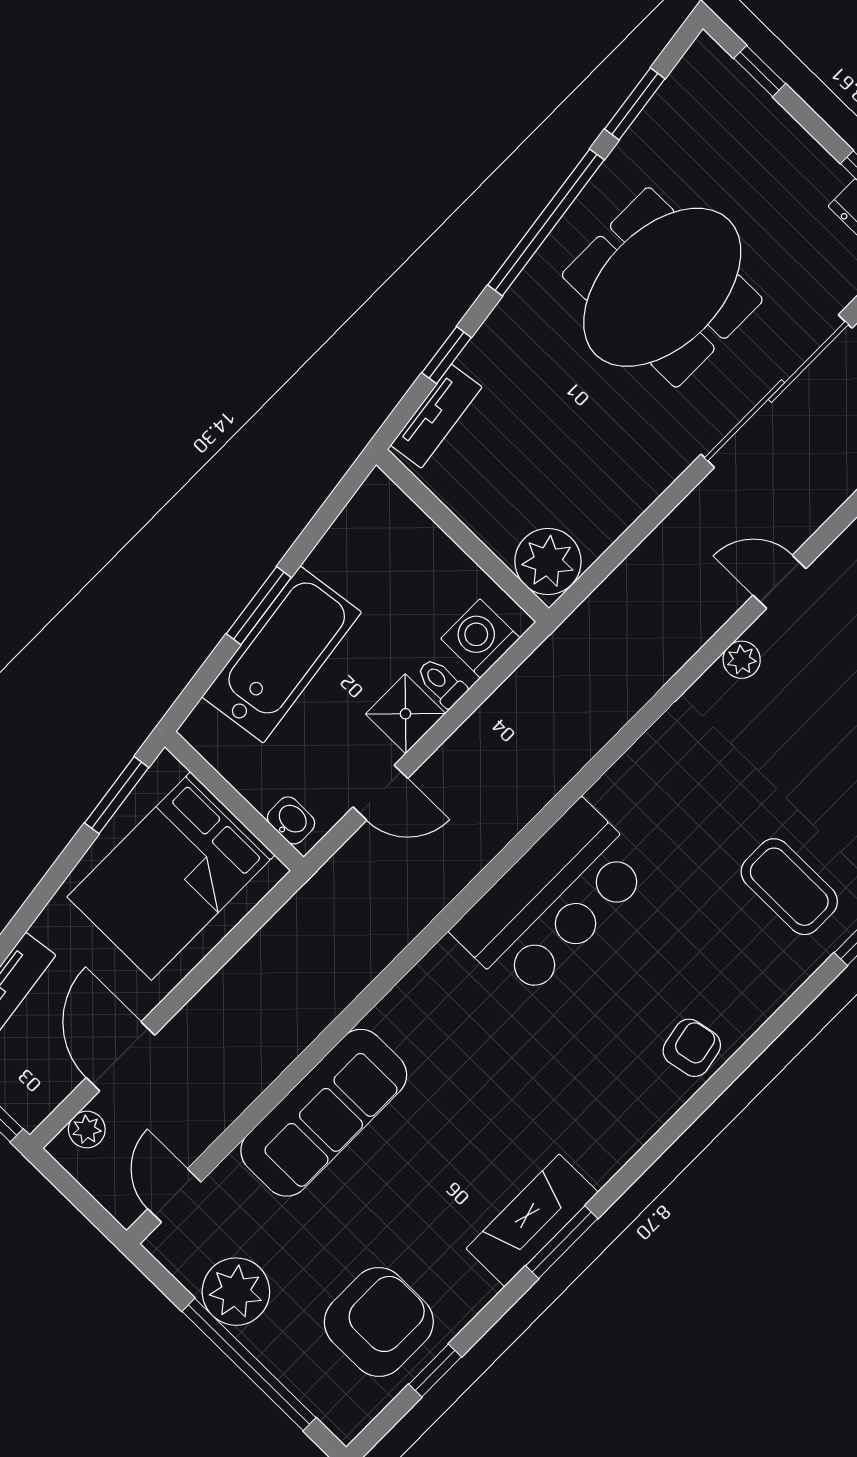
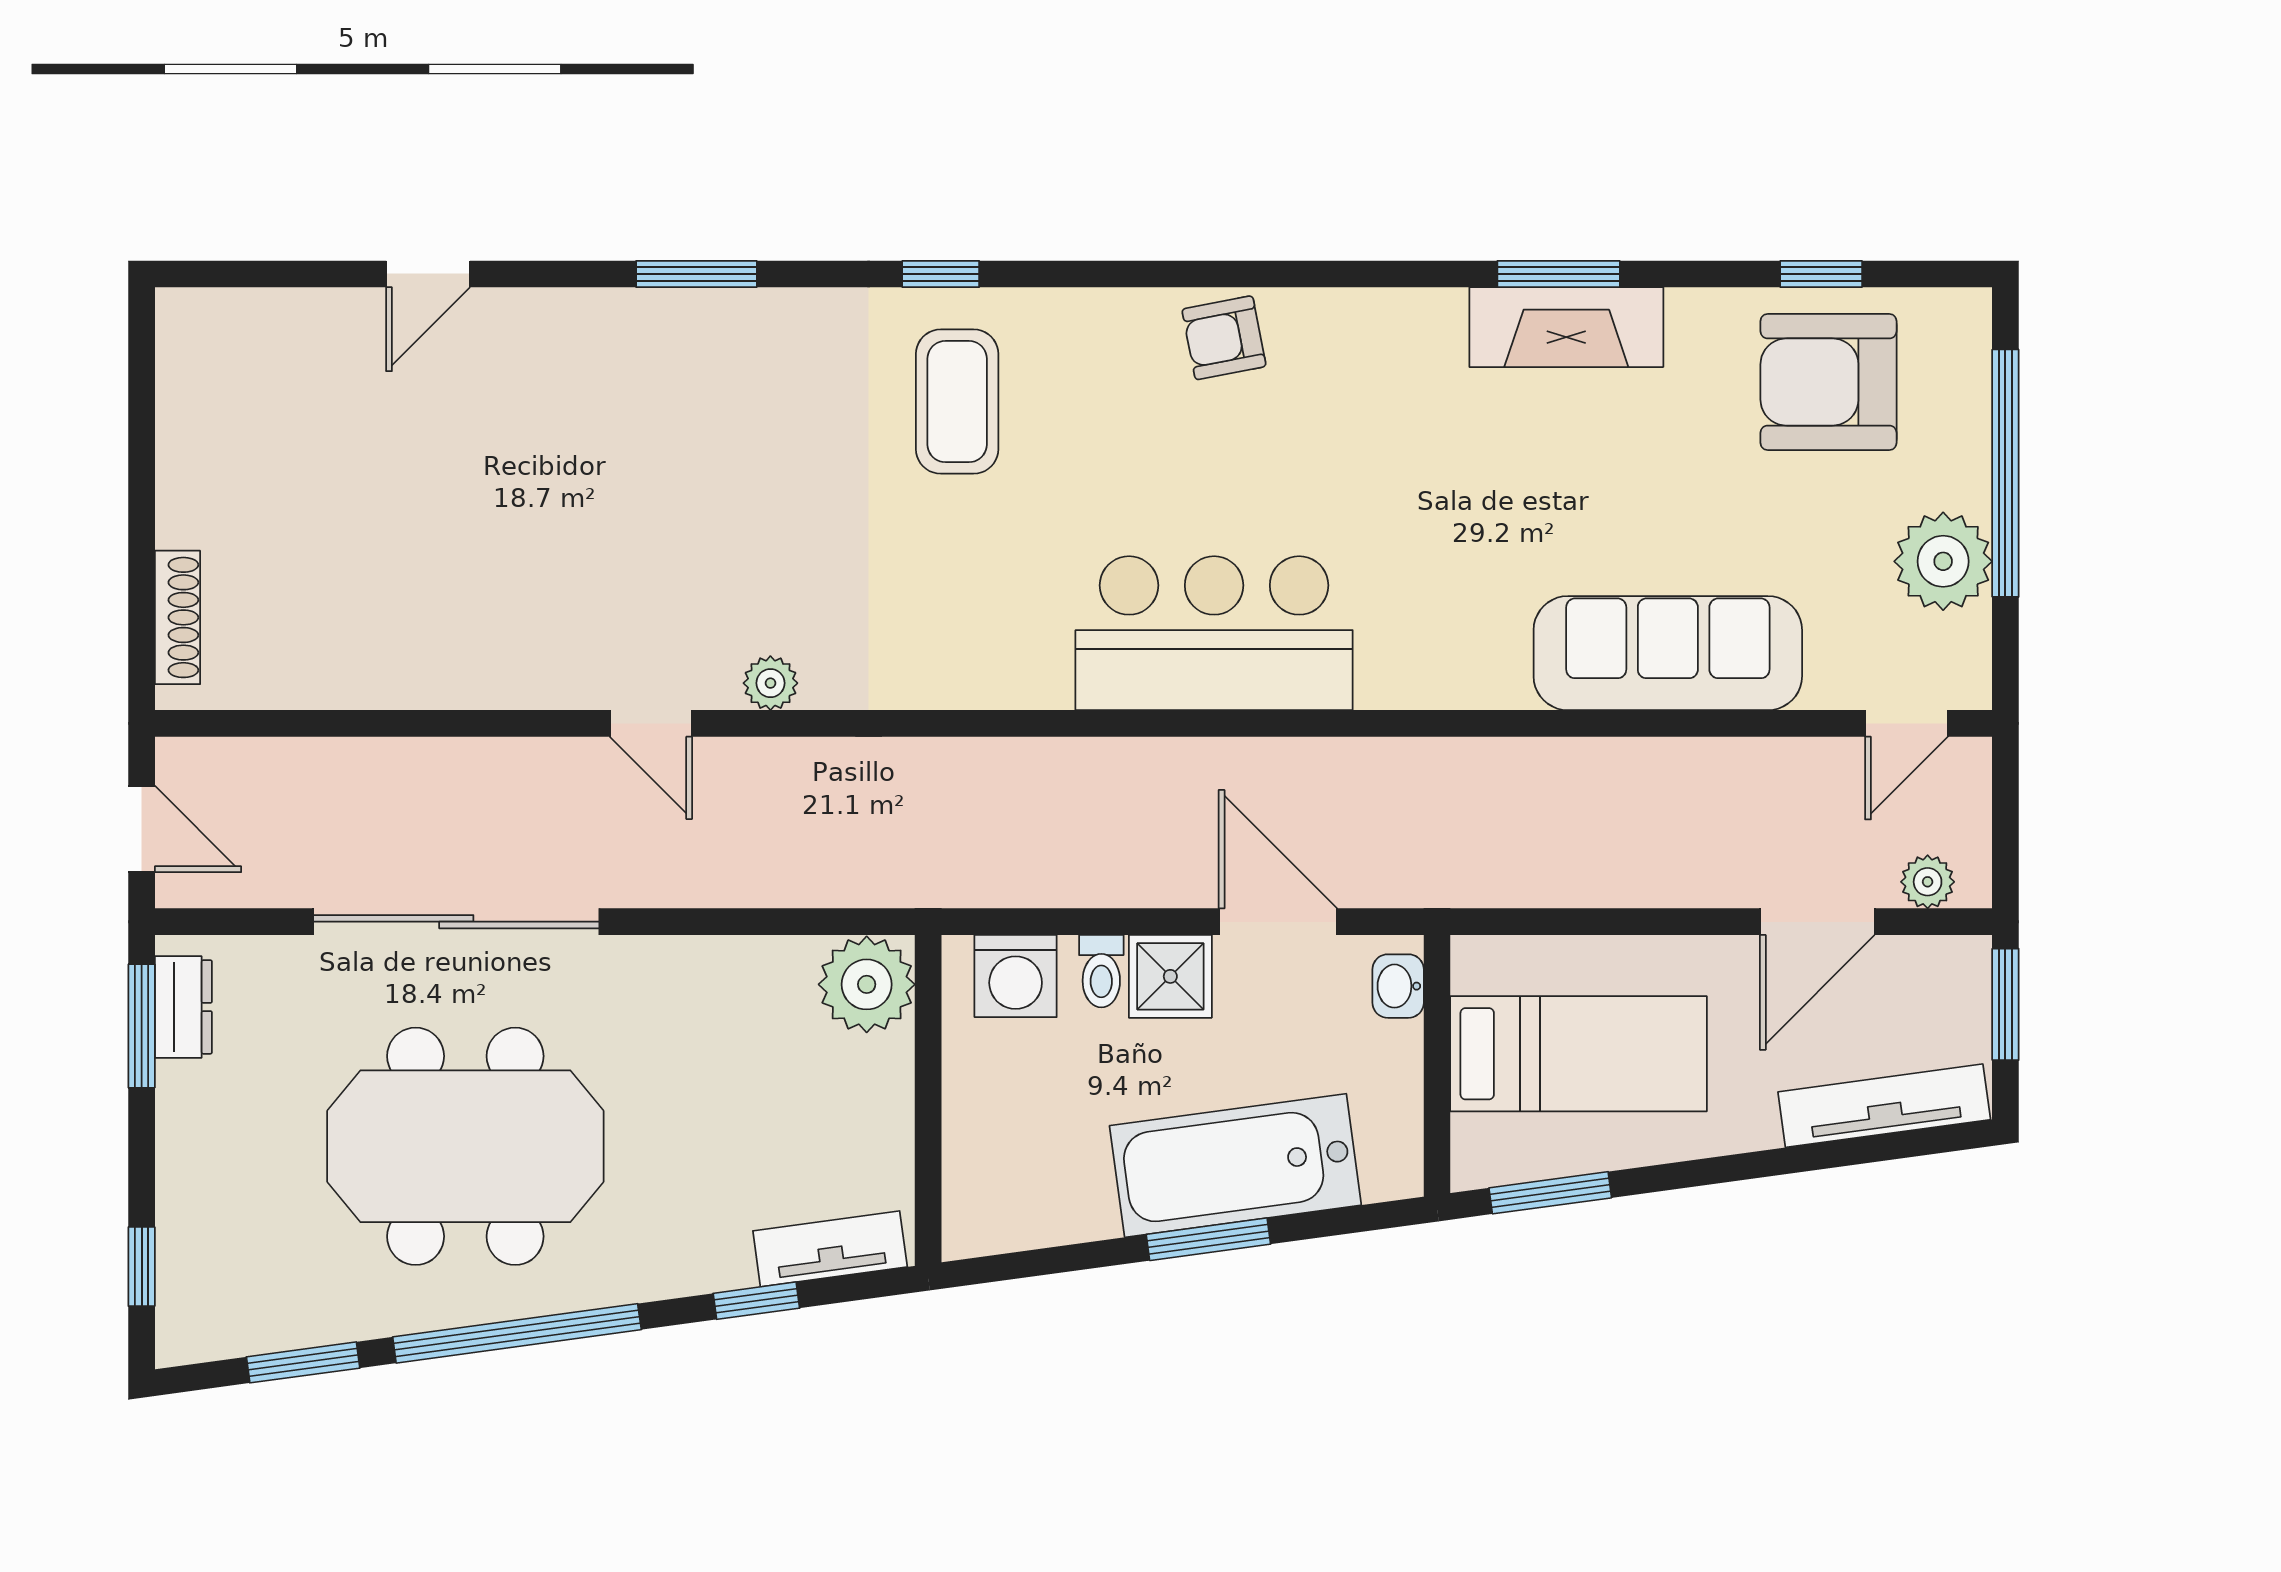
door: (380, 793) -> (1278, 922), width x1.38
bed: (171, 876) -> (1579, 1054), width x0.67

